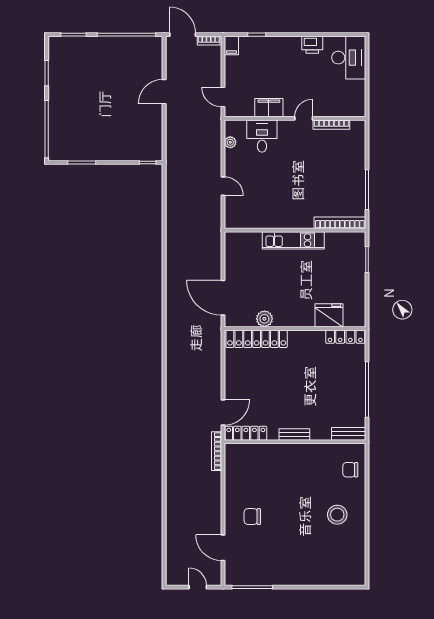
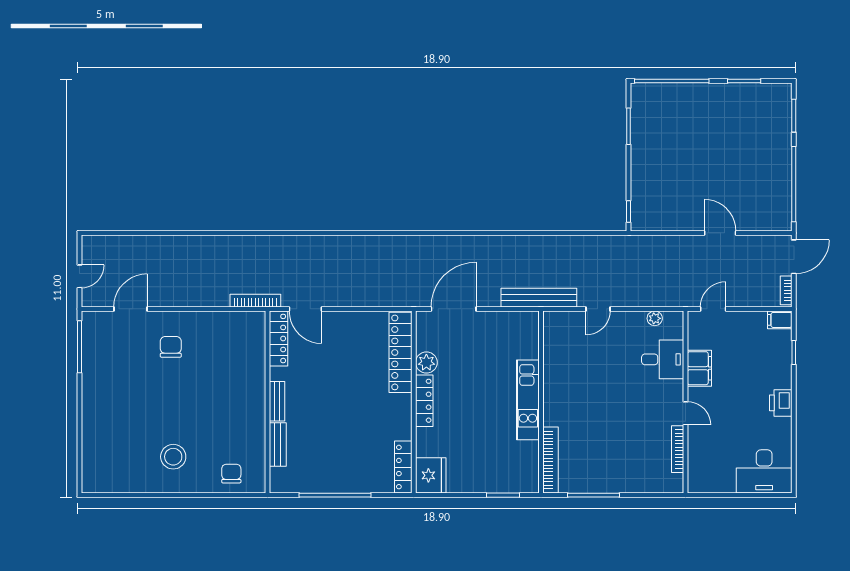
printer: (312, 45) -> (781, 403), moved
bench: (214, 232) -> (539, 298), added
fridge: (329, 315) -> (431, 475), moved
locker: (294, 320) -> (424, 401), added
bench: (349, 434) -> (278, 444), moved

